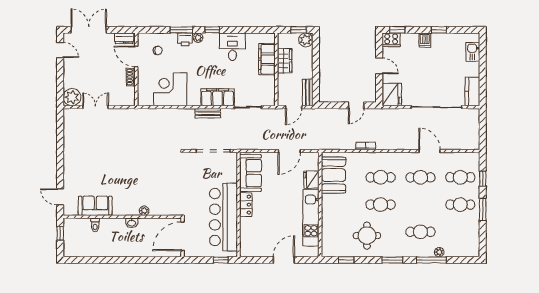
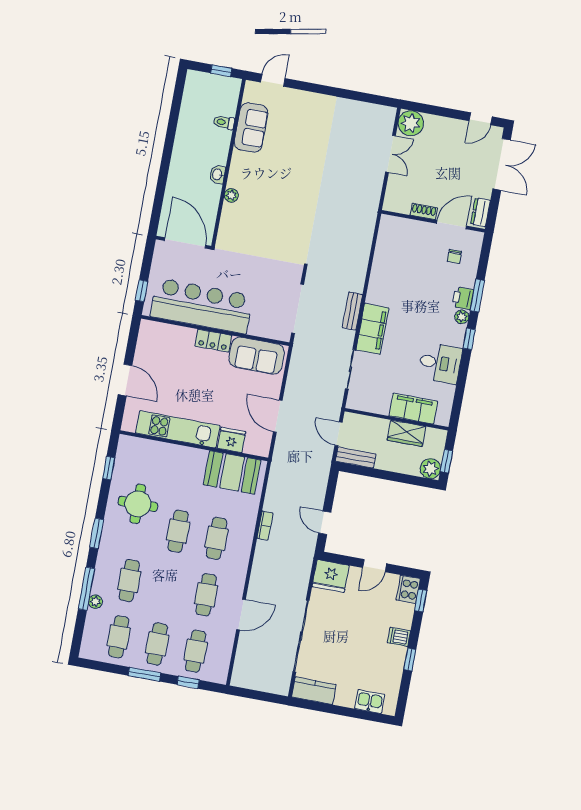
corner desk: (170, 89) -> (396, 264), removed
cafe table: (460, 232) -> (119, 637), added

